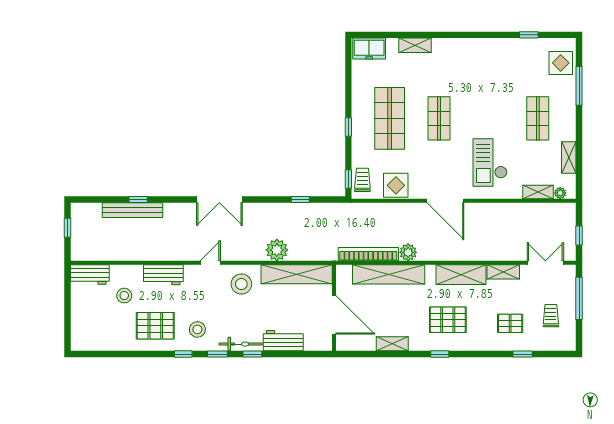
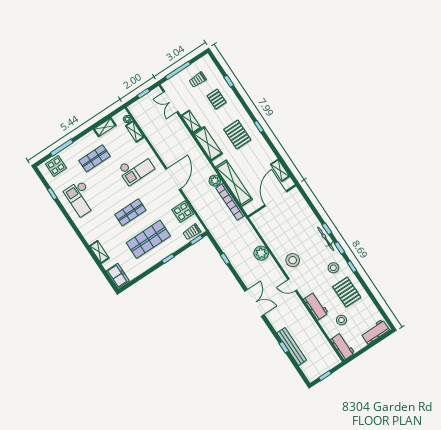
checkout: (498, 67) -> (81, 198), added
shelving: (297, 274) -> (267, 233), removed
workbench: (283, 341) -> (375, 332), moved, turned 90
shelving: (392, 344) -> (280, 170), moved

